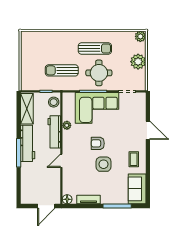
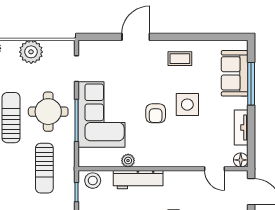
door: (61, 161) -> (214, 169), moved
sofa: (137, 189) -> (235, 73), moved, turned 90

